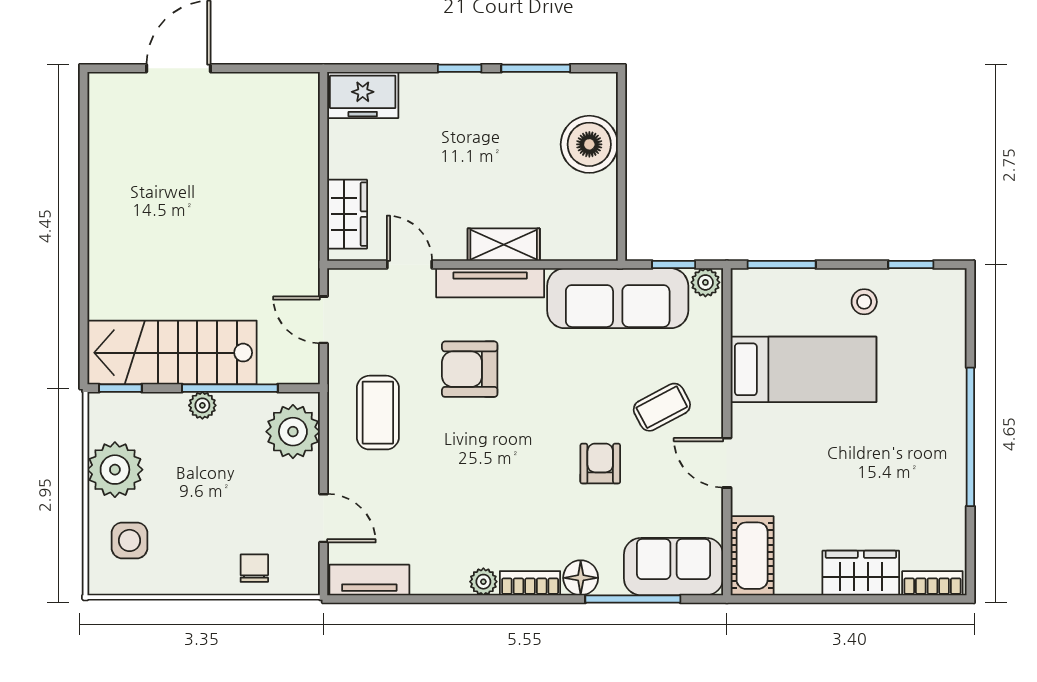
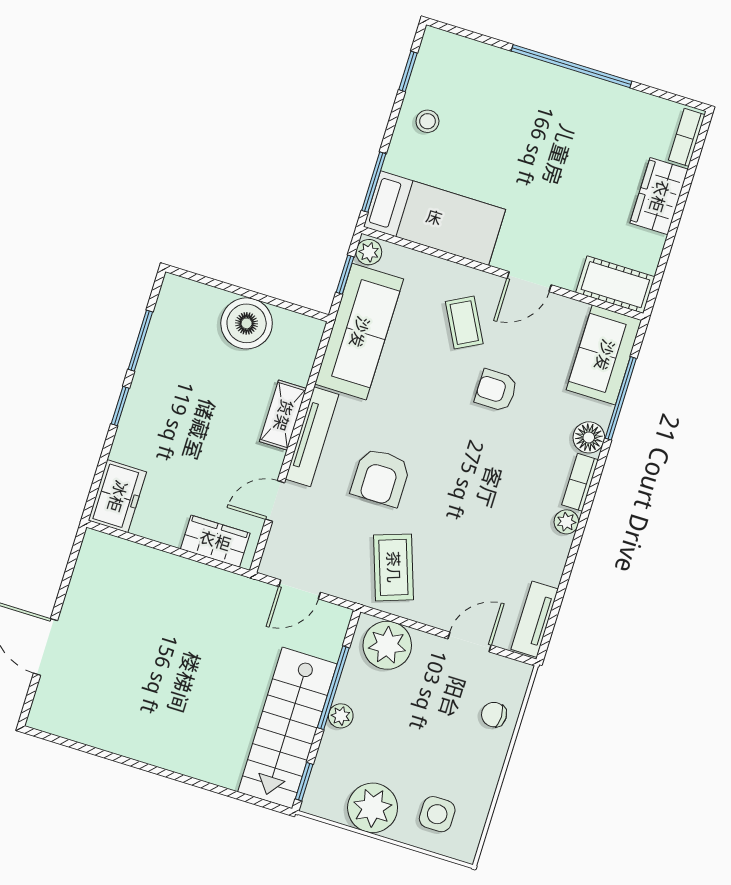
boiler: (589, 144) -> (247, 323), moved
bed: (803, 369) -> (434, 218), moved, turned 90
coffee table: (378, 413) -> (393, 567), turned 71

